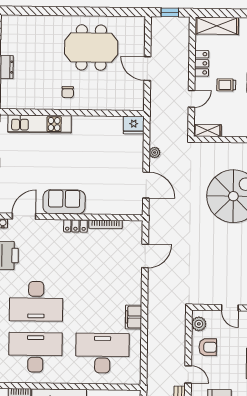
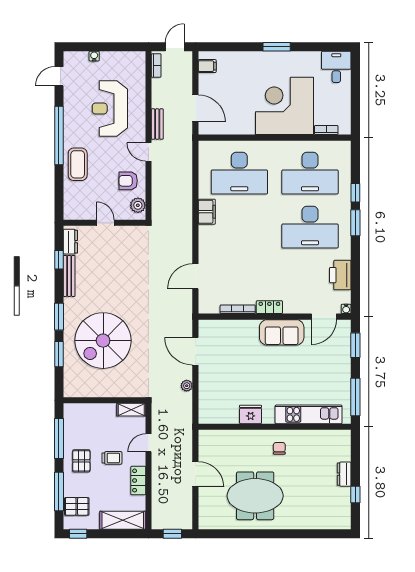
fridge: (134, 125) -> (251, 414), moved
desk: (36, 301) -> (310, 227), turned 180

